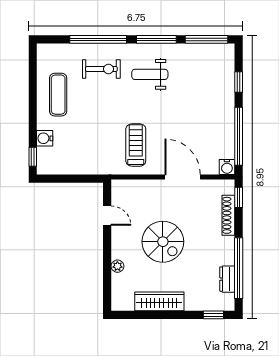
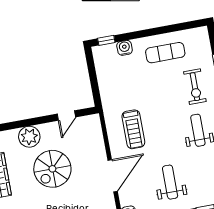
weight bench: (201, 115) -> (170, 182), added
treadmill: (136, 145) -> (133, 129), turned 90
plant: (117, 266) -> (29, 137), width x1.88, depth x1.88

